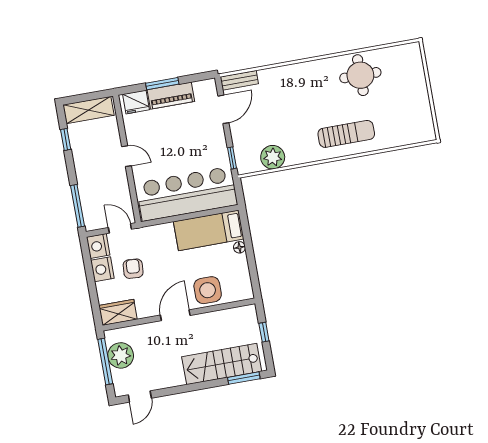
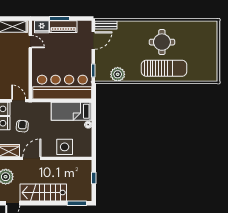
round table: (360, 75) -> (162, 42), moved
sun lounger: (346, 134) -> (164, 68), width x1.36, depth x1.34
door: (126, 156) -> (30, 42), moved
door: (175, 315) -> (32, 158), moved
stairs: (222, 364) -> (43, 193), moved

